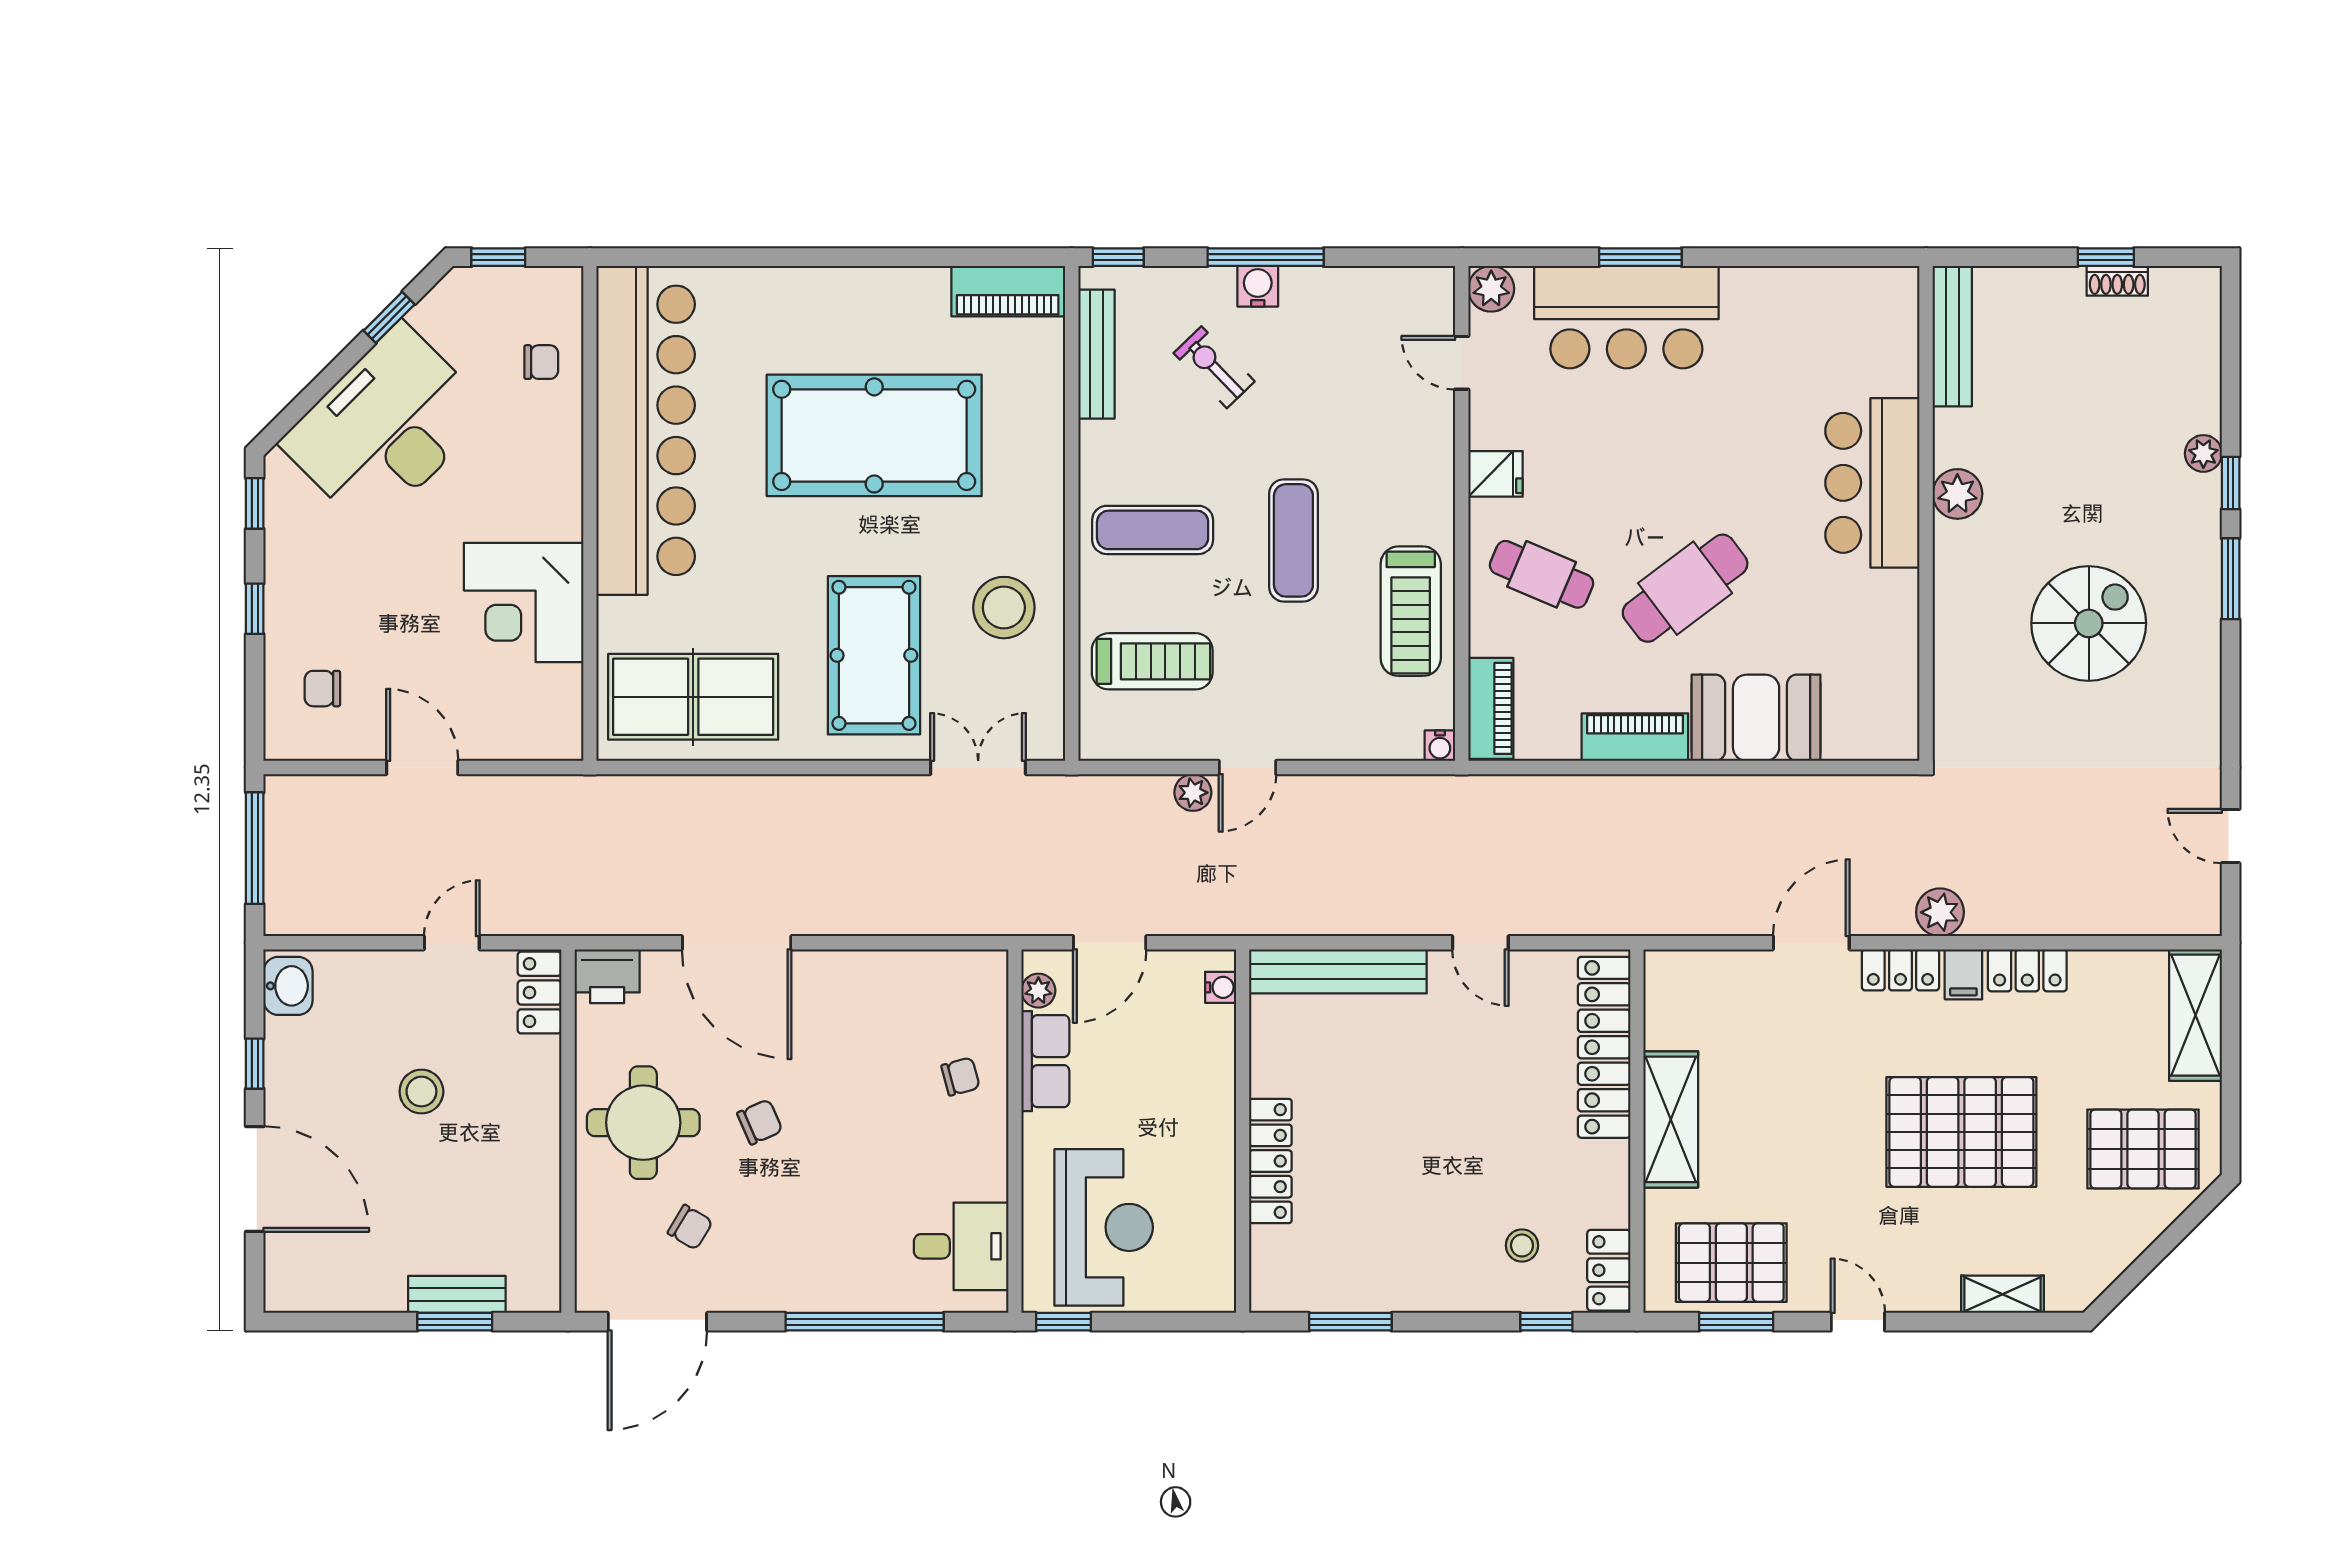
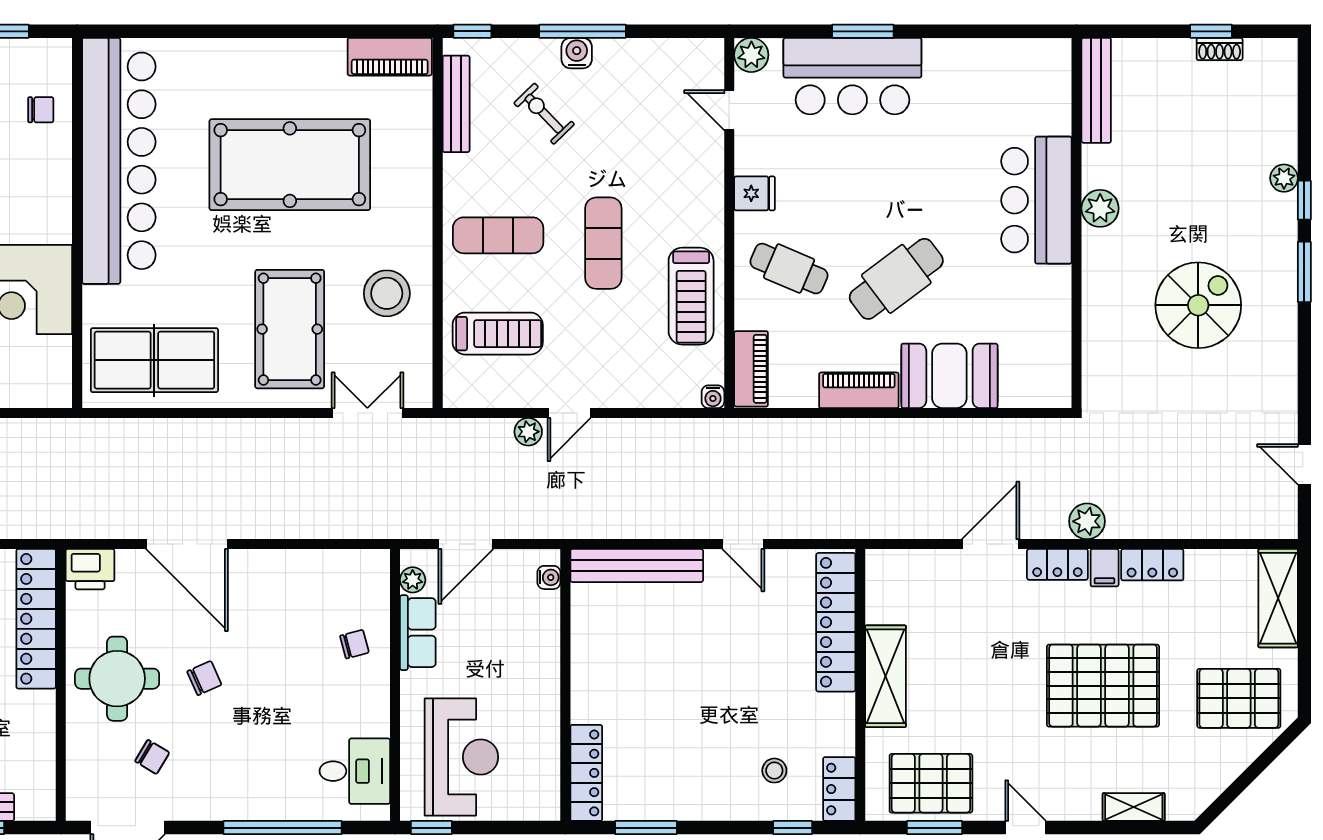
locker: (540, 993) -> (36, 619), width x2.16, depth x1.21
locker: (1270, 1161) -> (586, 773), moved

